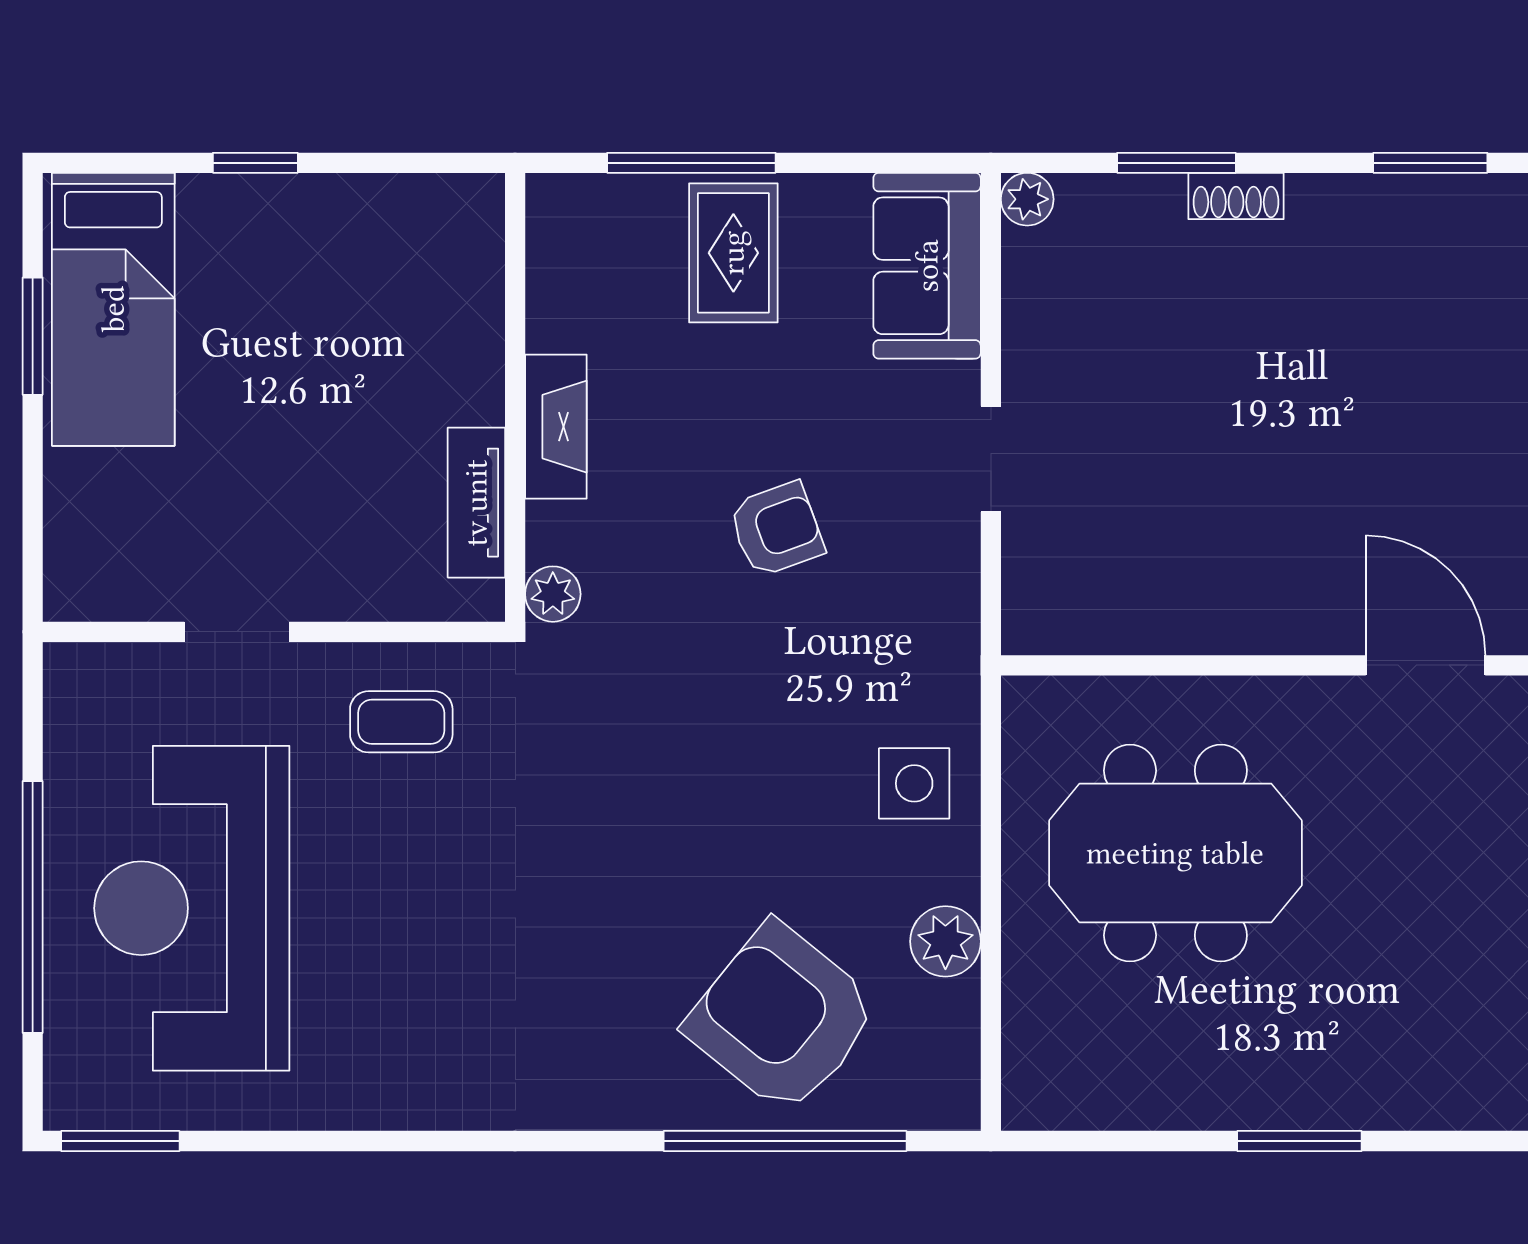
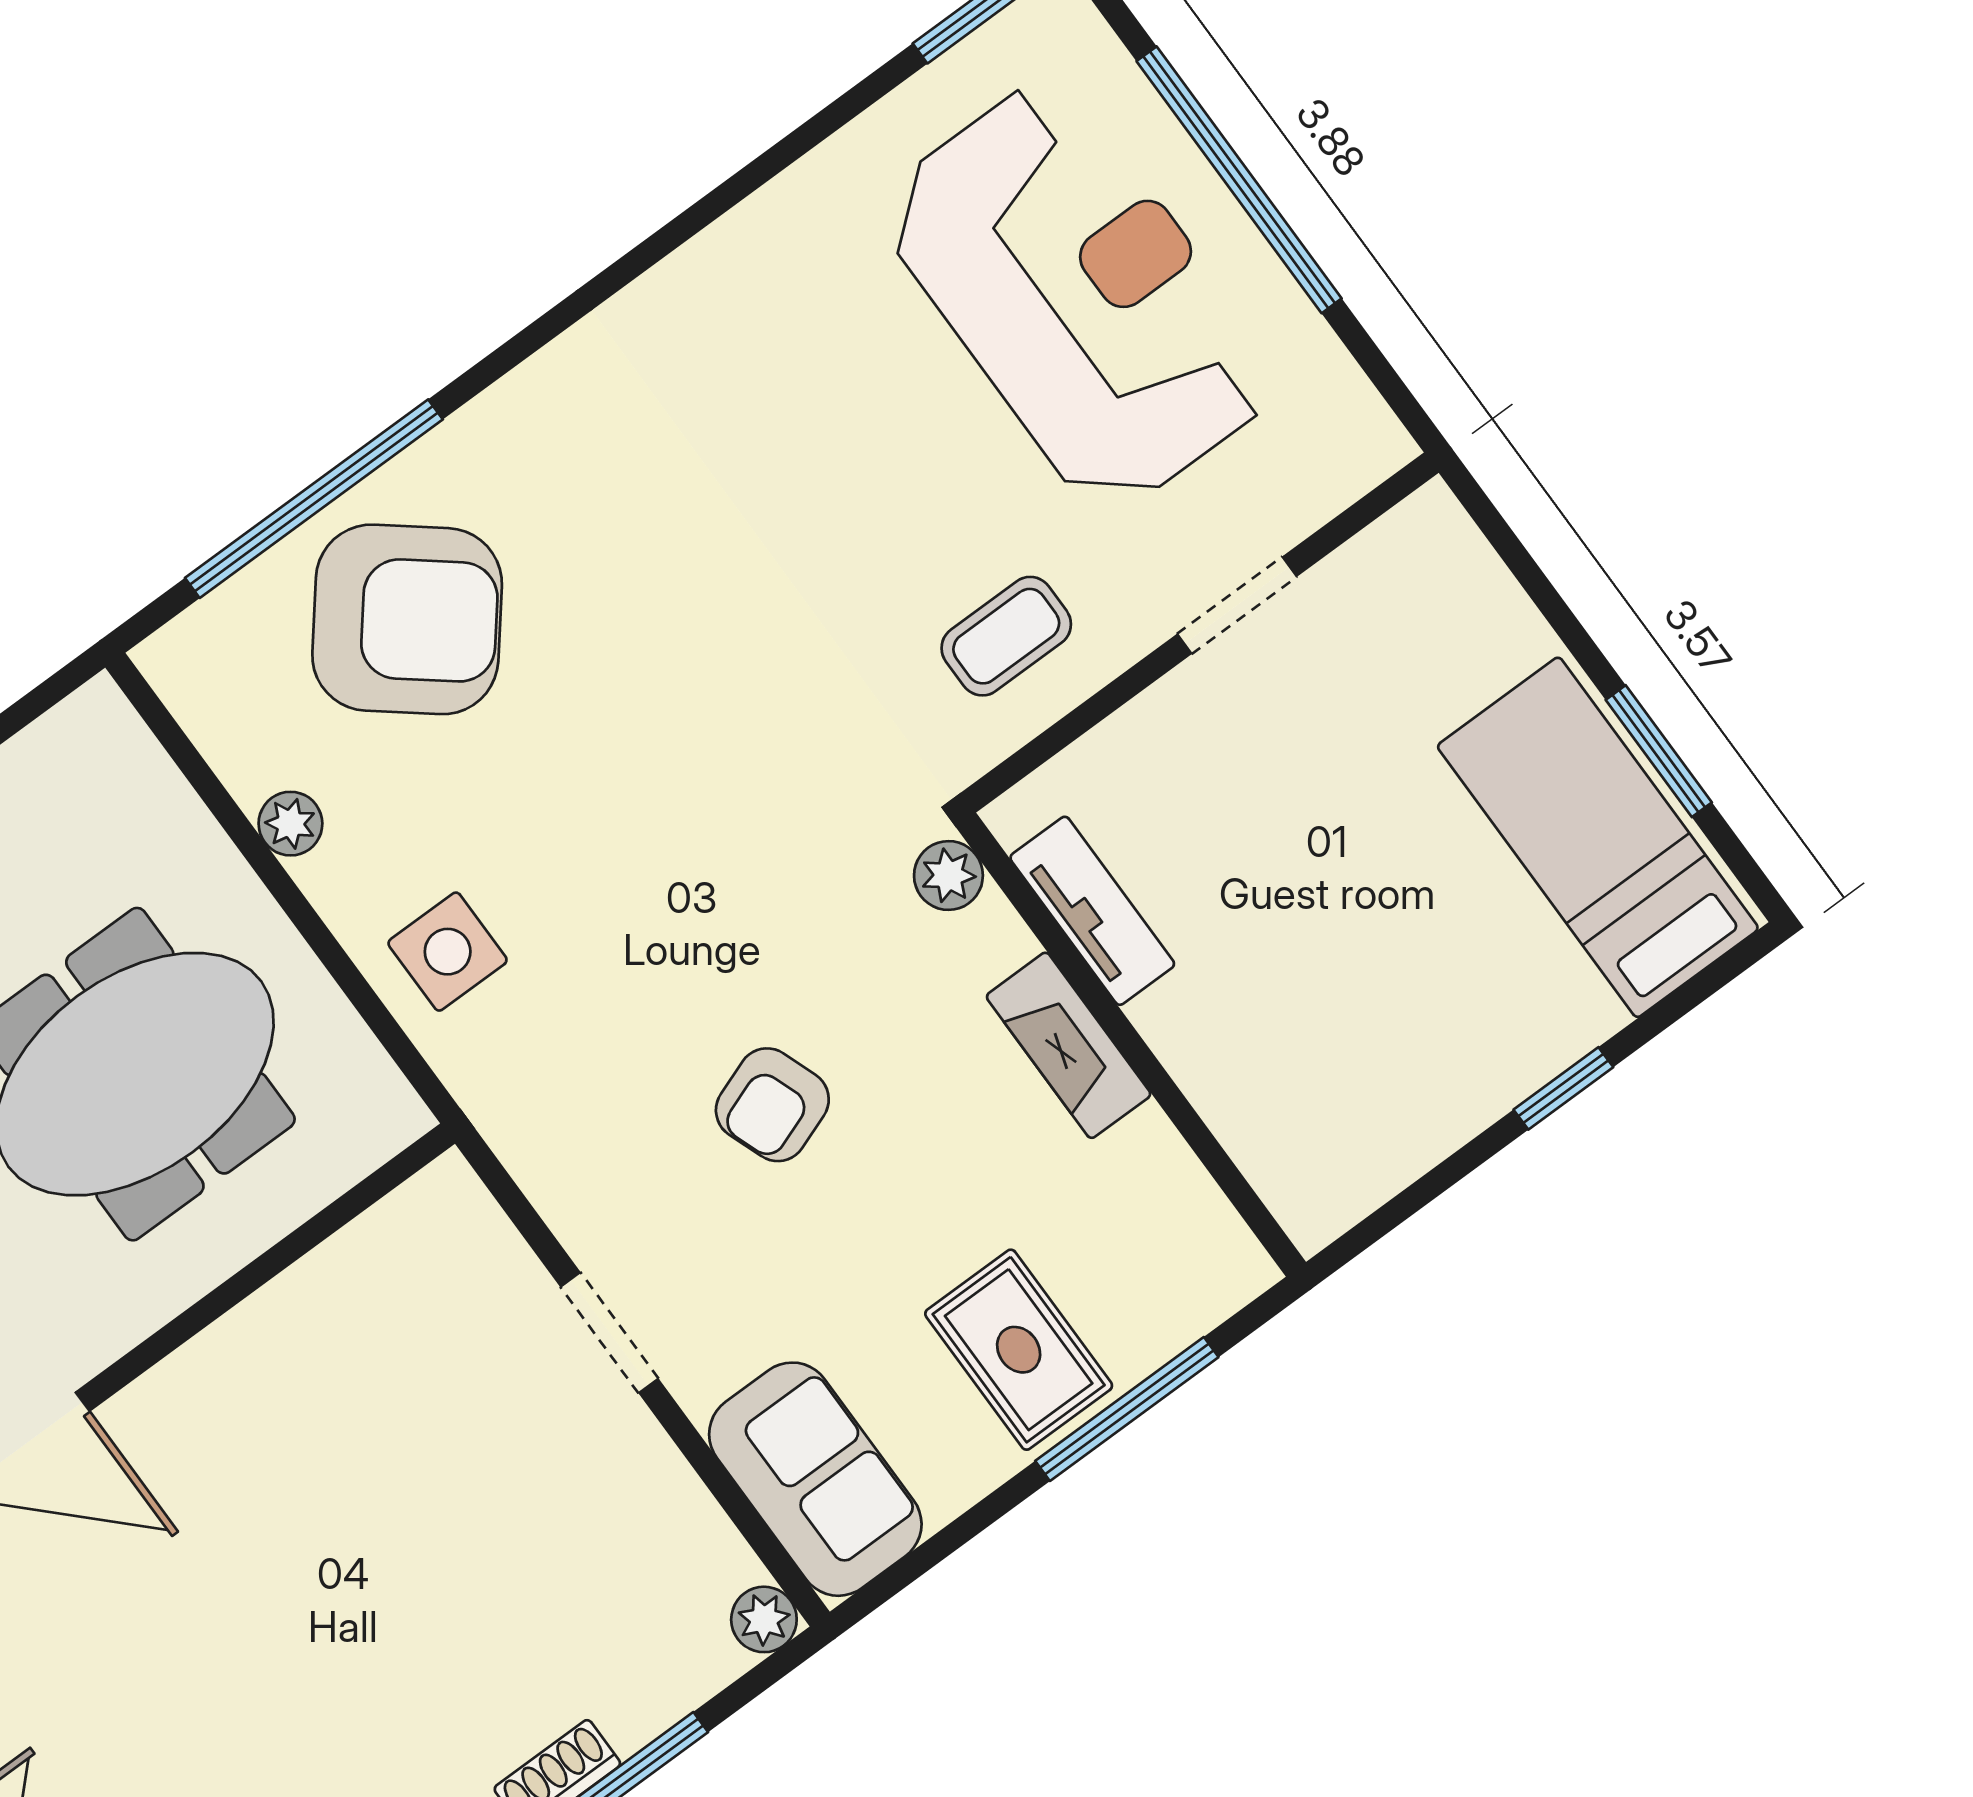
plant: (945, 941) -> (290, 824), width x0.73, depth x0.73

